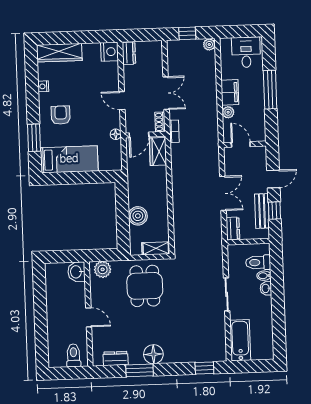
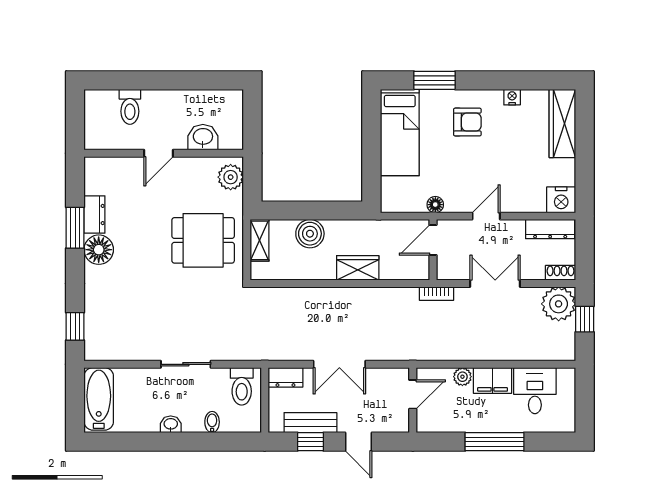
plant: (209, 44) -> (559, 304), moved, width x1.87, depth x1.87
desk: (246, 52) -> (535, 391), moved, turned -90
dresser: (129, 53) -> (550, 229), width x1.44
double door: (166, 93) -> (495, 283), swing flipped
shoe rack: (160, 122) -> (561, 273), moved
door: (139, 135) -> (433, 240), hinge flipped
wardrobe: (158, 152) -> (358, 268), moved
shelving: (156, 248) -> (259, 240), moved
toilet: (258, 262) -> (242, 386), moved, turned 180
washbasin: (76, 272) -> (203, 137), moved
washbasin: (266, 288) -> (171, 424), moved
bathtub: (240, 340) -> (99, 399), moved, turned -90
toilet: (74, 355) -> (130, 107), moved, turned 90
dresser: (116, 358) -> (94, 215), moved

